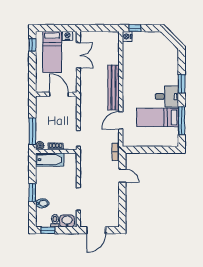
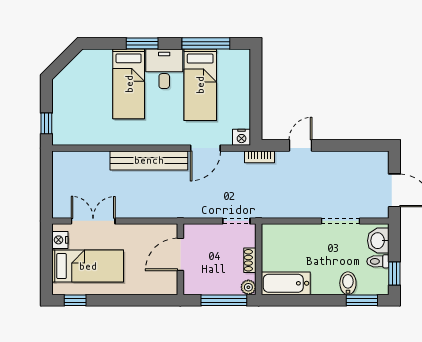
nightstand: (127, 36) -> (242, 137), moved
bed: (158, 76) -> (129, 84), added
wall: (56, 94) -> (180, 259), moved
door: (59, 94) -> (180, 254), moved
door: (121, 120) -> (205, 148), hinge flipped
bathtub: (50, 160) -> (286, 283), moved, turned -90
window: (32, 193) -> (362, 300), moved

